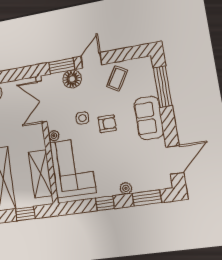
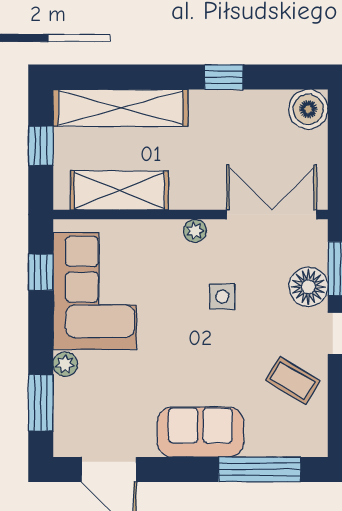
armchair: (107, 124) -> (202, 346), removed
corner sofa: (73, 168) -> (95, 291), moved, turned -90
window: (105, 203) -> (41, 272), moved

